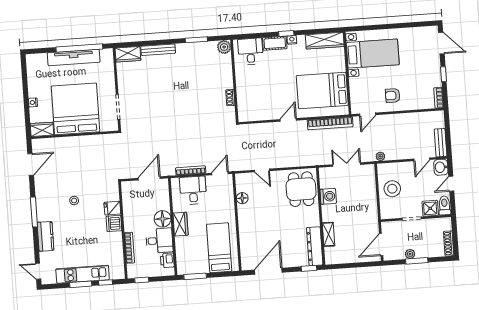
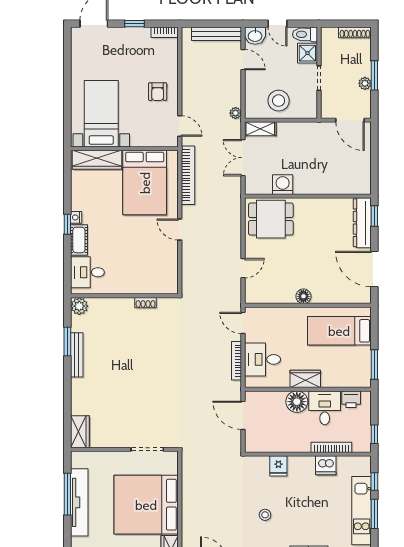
wardrobe: (325, 41) -> (97, 160), moved, turned 90
window: (79, 48) -> (67, 494), width x0.68
bench: (158, 50) -> (77, 355), moved
bench: (441, 143) -> (216, 34), width x1.36
floor lamp: (242, 198) -> (303, 296), moved
dishwasher: (114, 223) -> (326, 465), moved
shelving: (329, 234) -> (260, 129), moved
dresser: (315, 246) -> (362, 223), moved, turned 90

